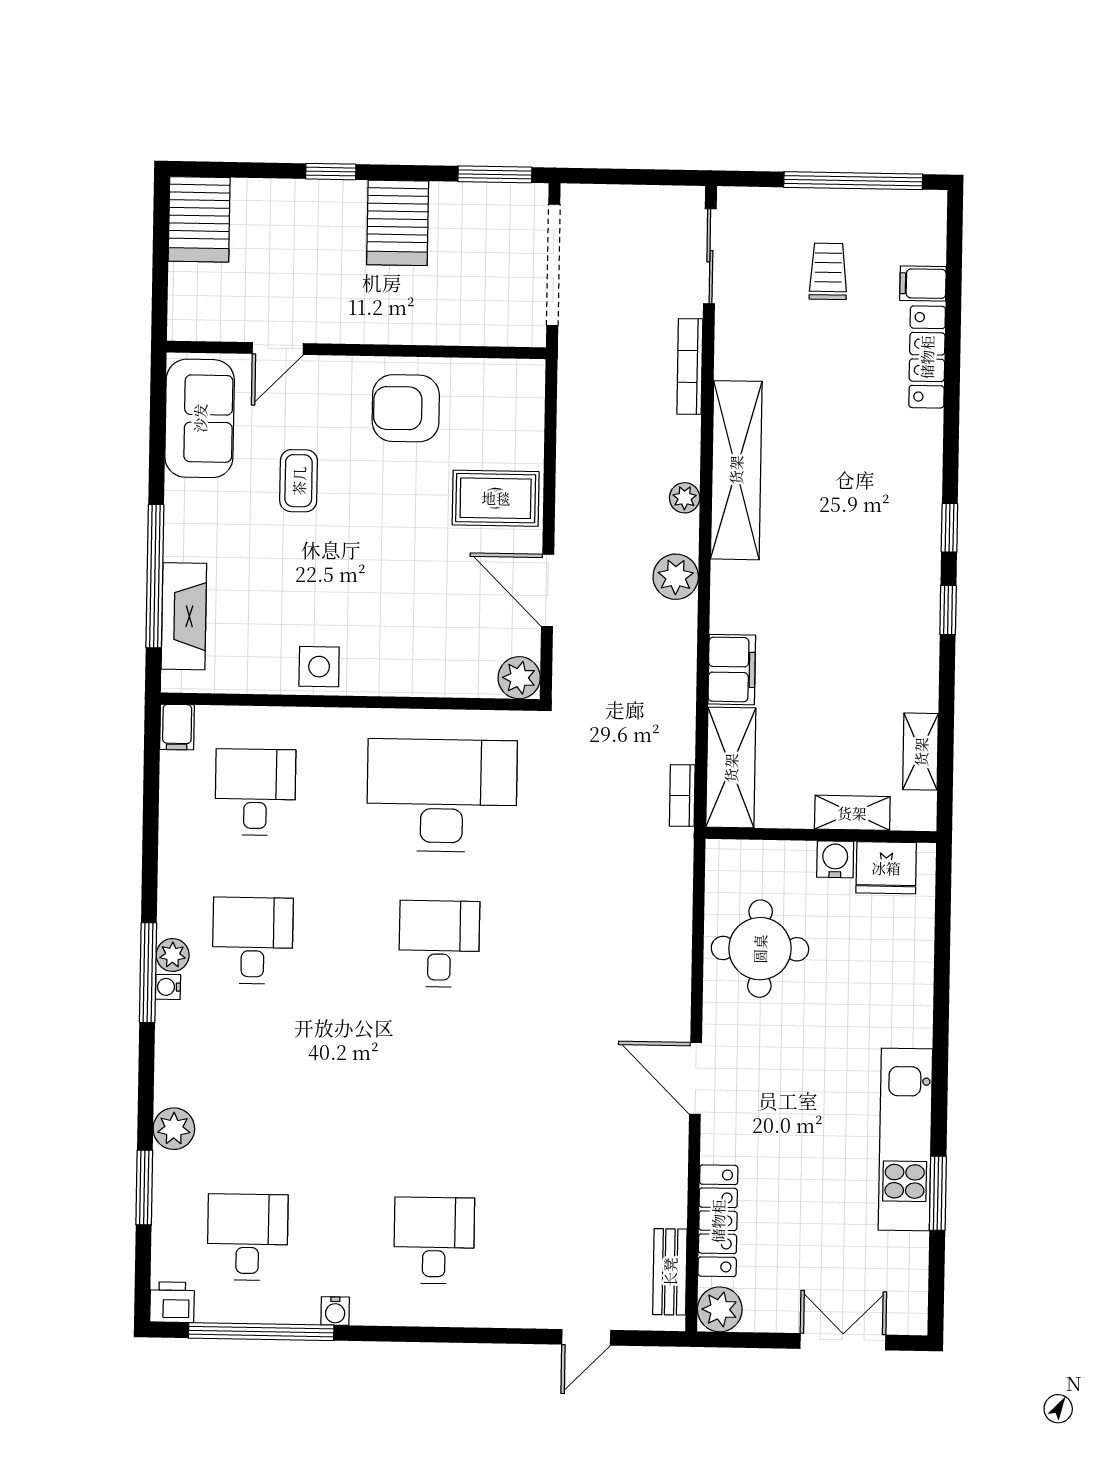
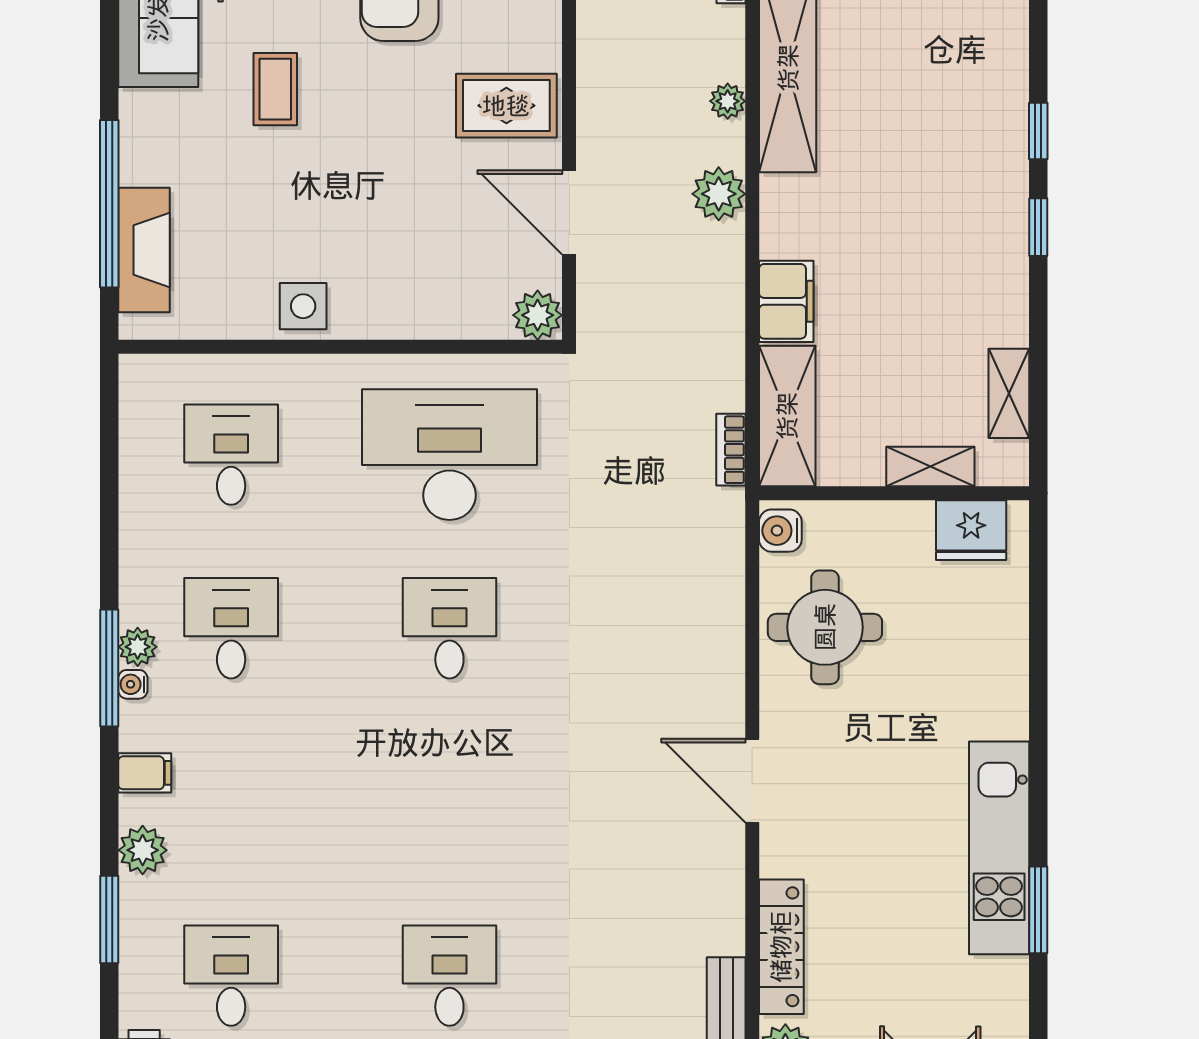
filing cabinet: (177, 727) -> (145, 773), moved, turned -90
water cooler: (835, 859) -> (780, 531), moved, turned -90

